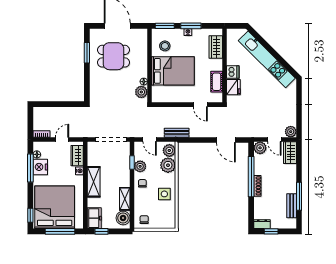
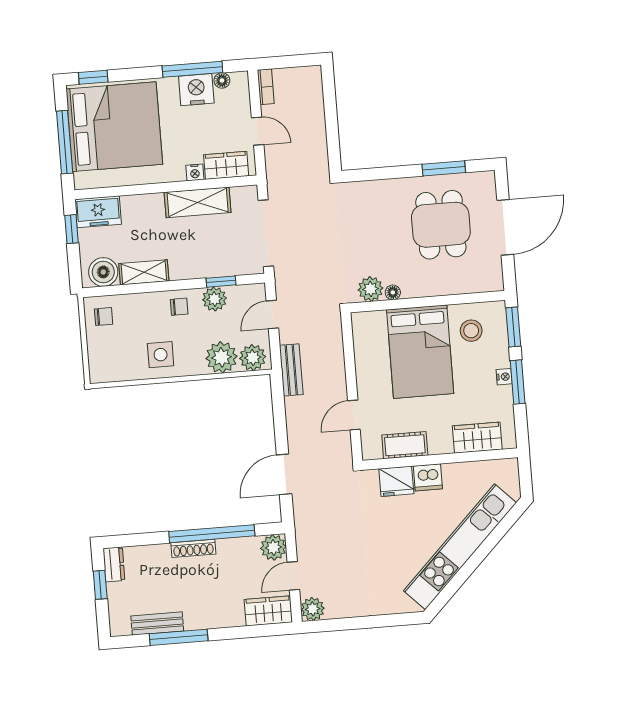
shelving: (94, 182) -> (198, 202), moved

